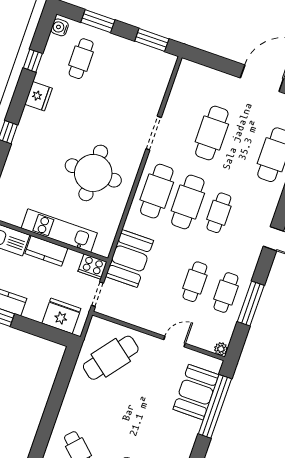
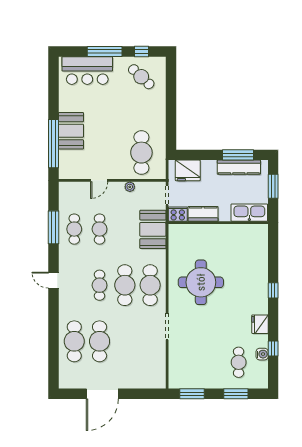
water cooler: (60, 27) -> (262, 354), moved
cafe table: (212, 133) -> (100, 341), moved
kitchen unit: (59, 231) -> (211, 232), removed
kitchen counter: (46, 251) -> (203, 214), moved
plant: (221, 349) -> (130, 187), moved
cafe table: (111, 358) -> (141, 153), turned -38
booth: (196, 392) -> (71, 131), moved

